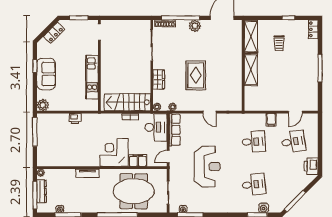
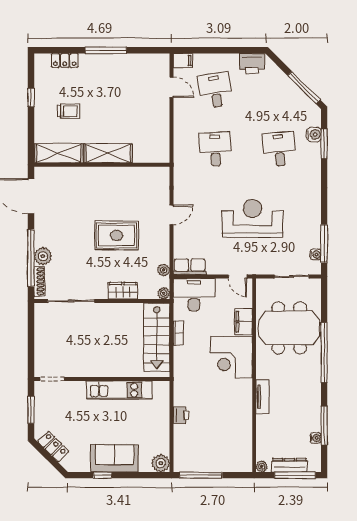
plant: (195, 26) -> (43, 256), moved
locker: (313, 29) -> (65, 60), moved
filing cabinet: (271, 120) -> (183, 61), moved
row of seats: (175, 130) -> (190, 267), width x0.68
meeting table: (134, 191) -> (289, 328), turned 90

